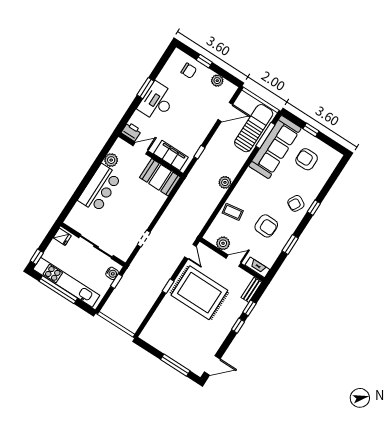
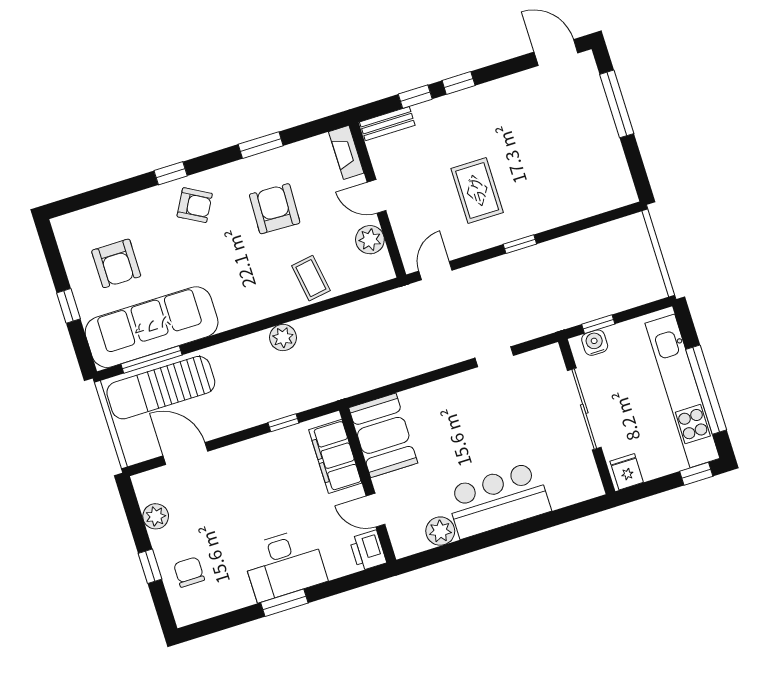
rug: (199, 293) -> (477, 190), width x0.54, depth x0.49

